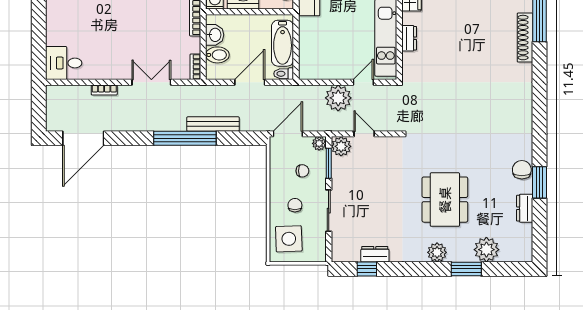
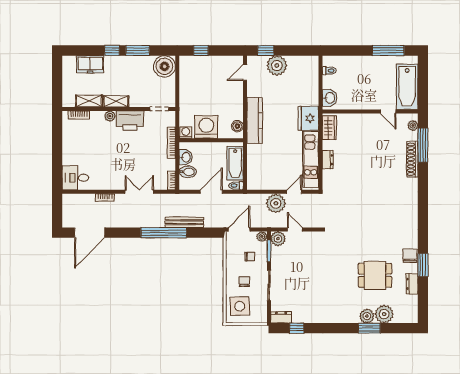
dining table: (445, 200) -> (375, 275), moved, width x0.73
plant: (437, 252) -> (367, 316), moved
dresser: (375, 254) -> (281, 317), moved

